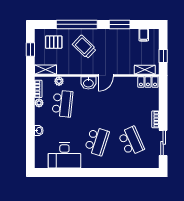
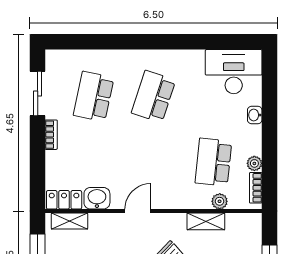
shelving: (46, 70) -> (206, 221), moved
washbasin: (88, 83) -> (97, 198), moved
school desk: (131, 141) -> (94, 96), turned 36
desk: (64, 155) -> (234, 72), moved

